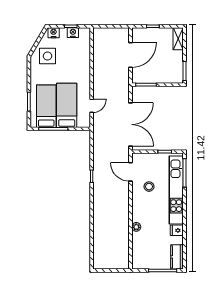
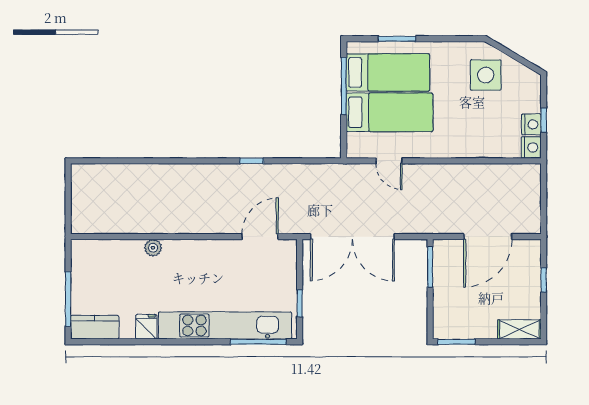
nightstand: (54, 33) -> (531, 147), moved
door: (130, 55) -> (488, 237), hinge flipped
stool: (149, 187) -> (232, 273), removed

